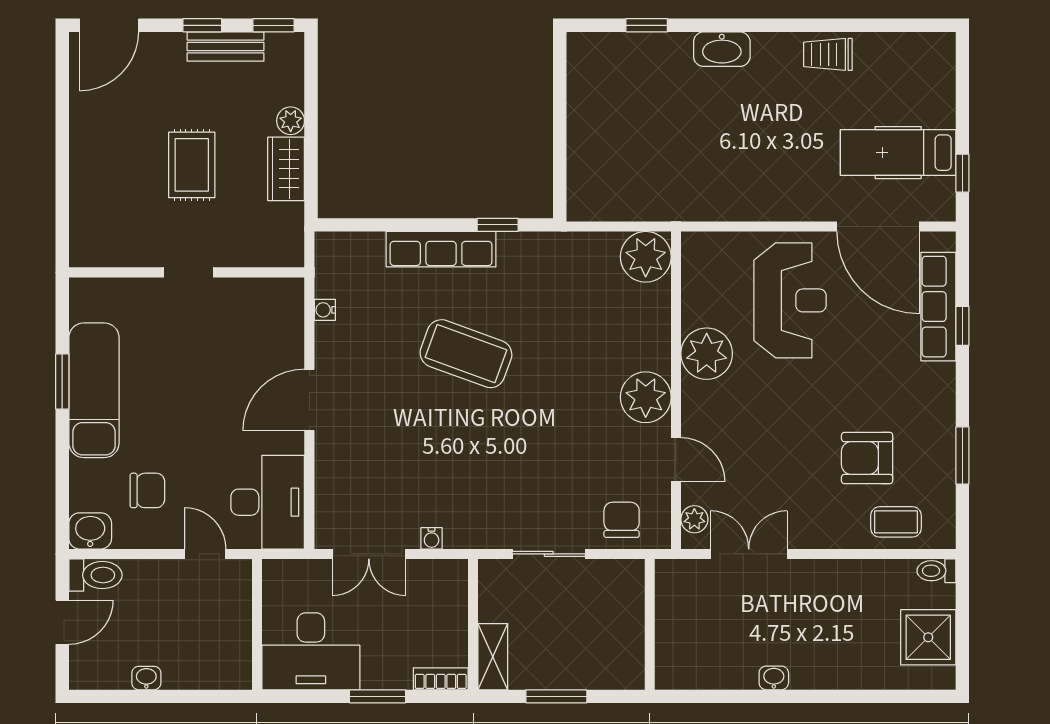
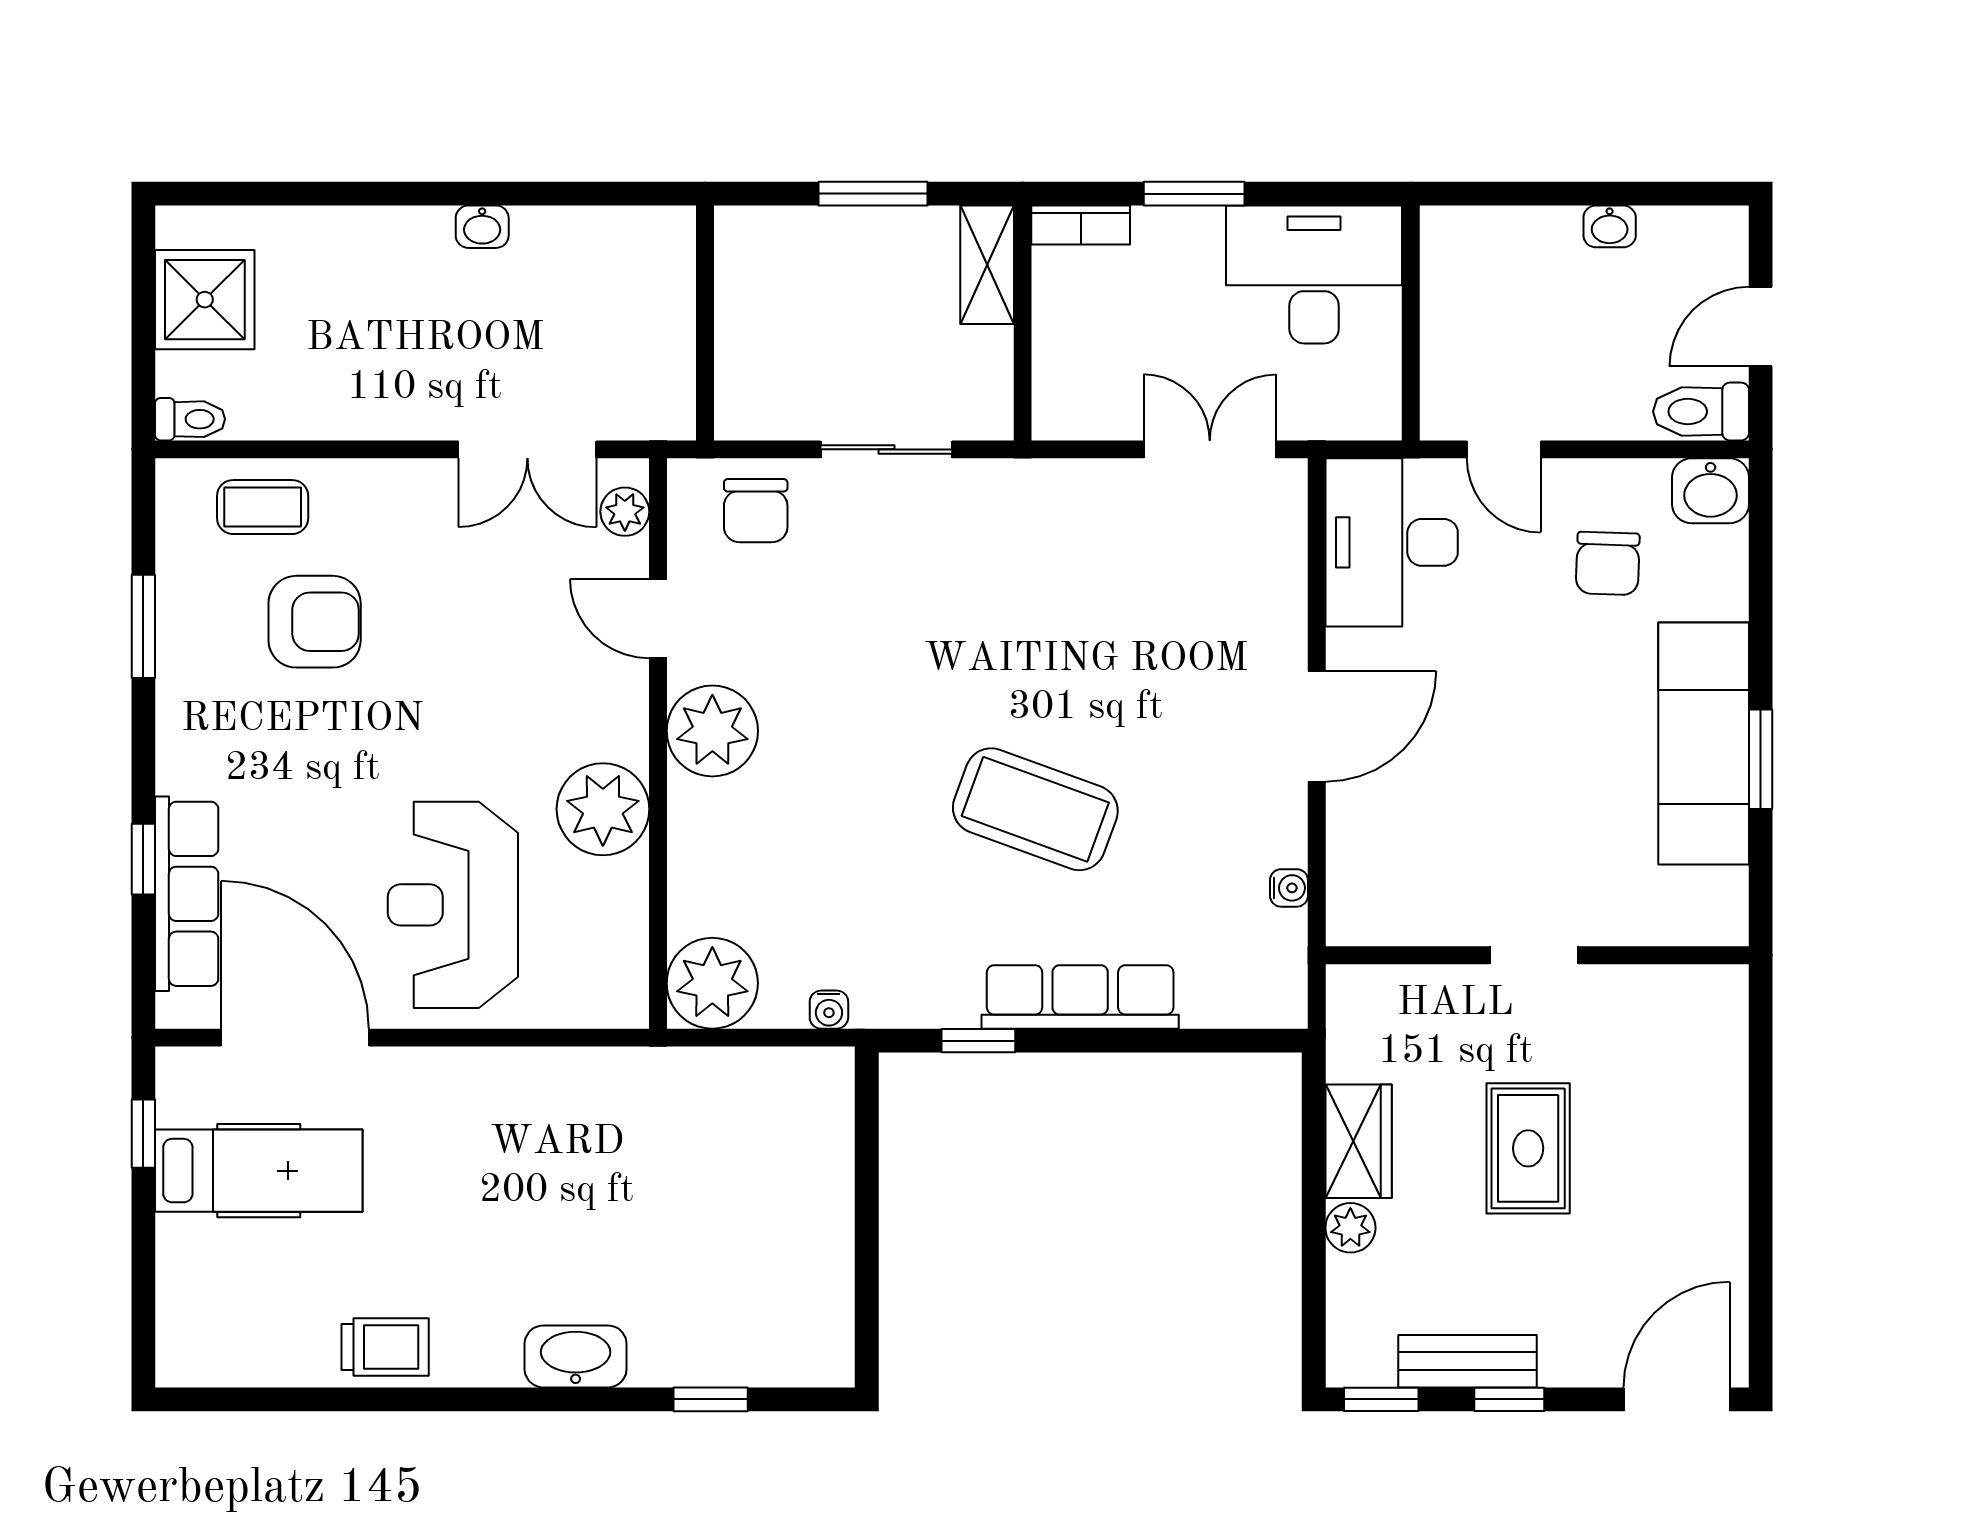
chair: (147, 490) -> (1608, 563), turned -88
water cooler: (432, 538) -> (829, 1010), moved, turned 180

